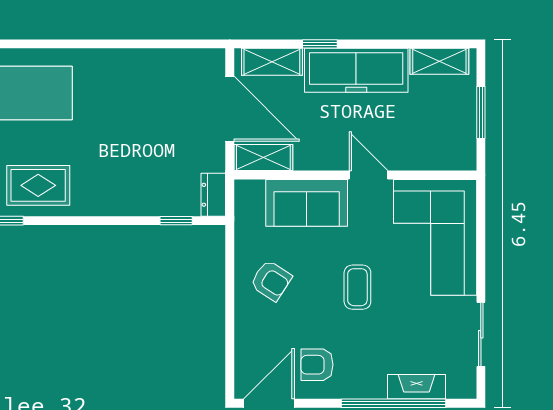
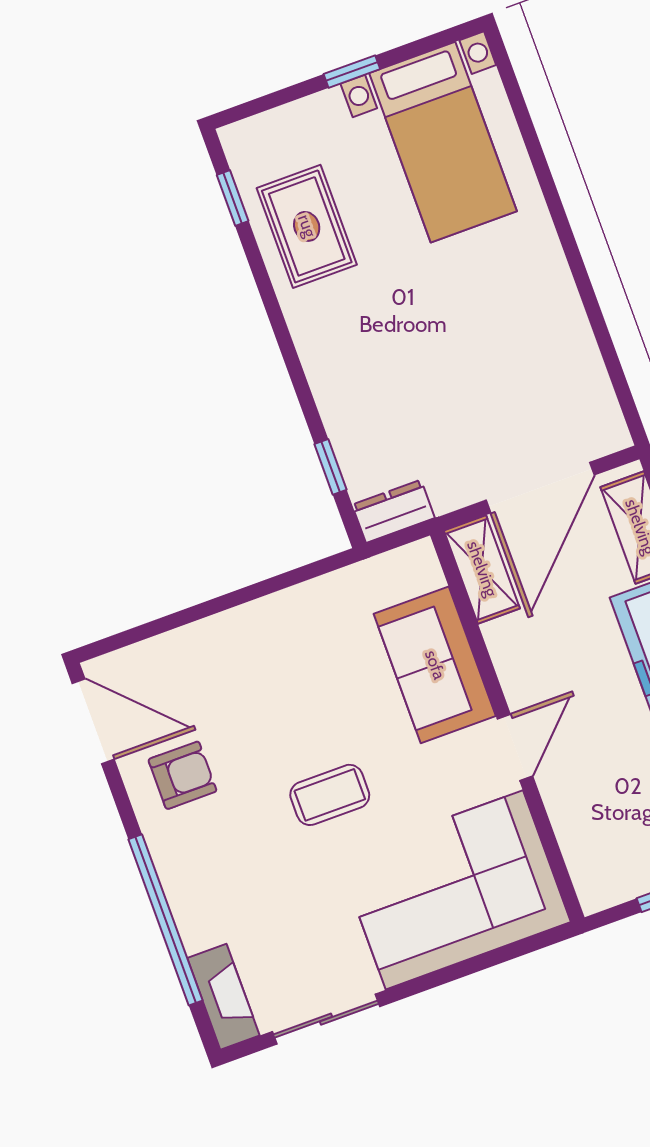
armchair: (271, 280) -> (290, 653), removed
armchair: (317, 365) -> (182, 775), turned 90
fireplace: (417, 387) -> (223, 997), moved

